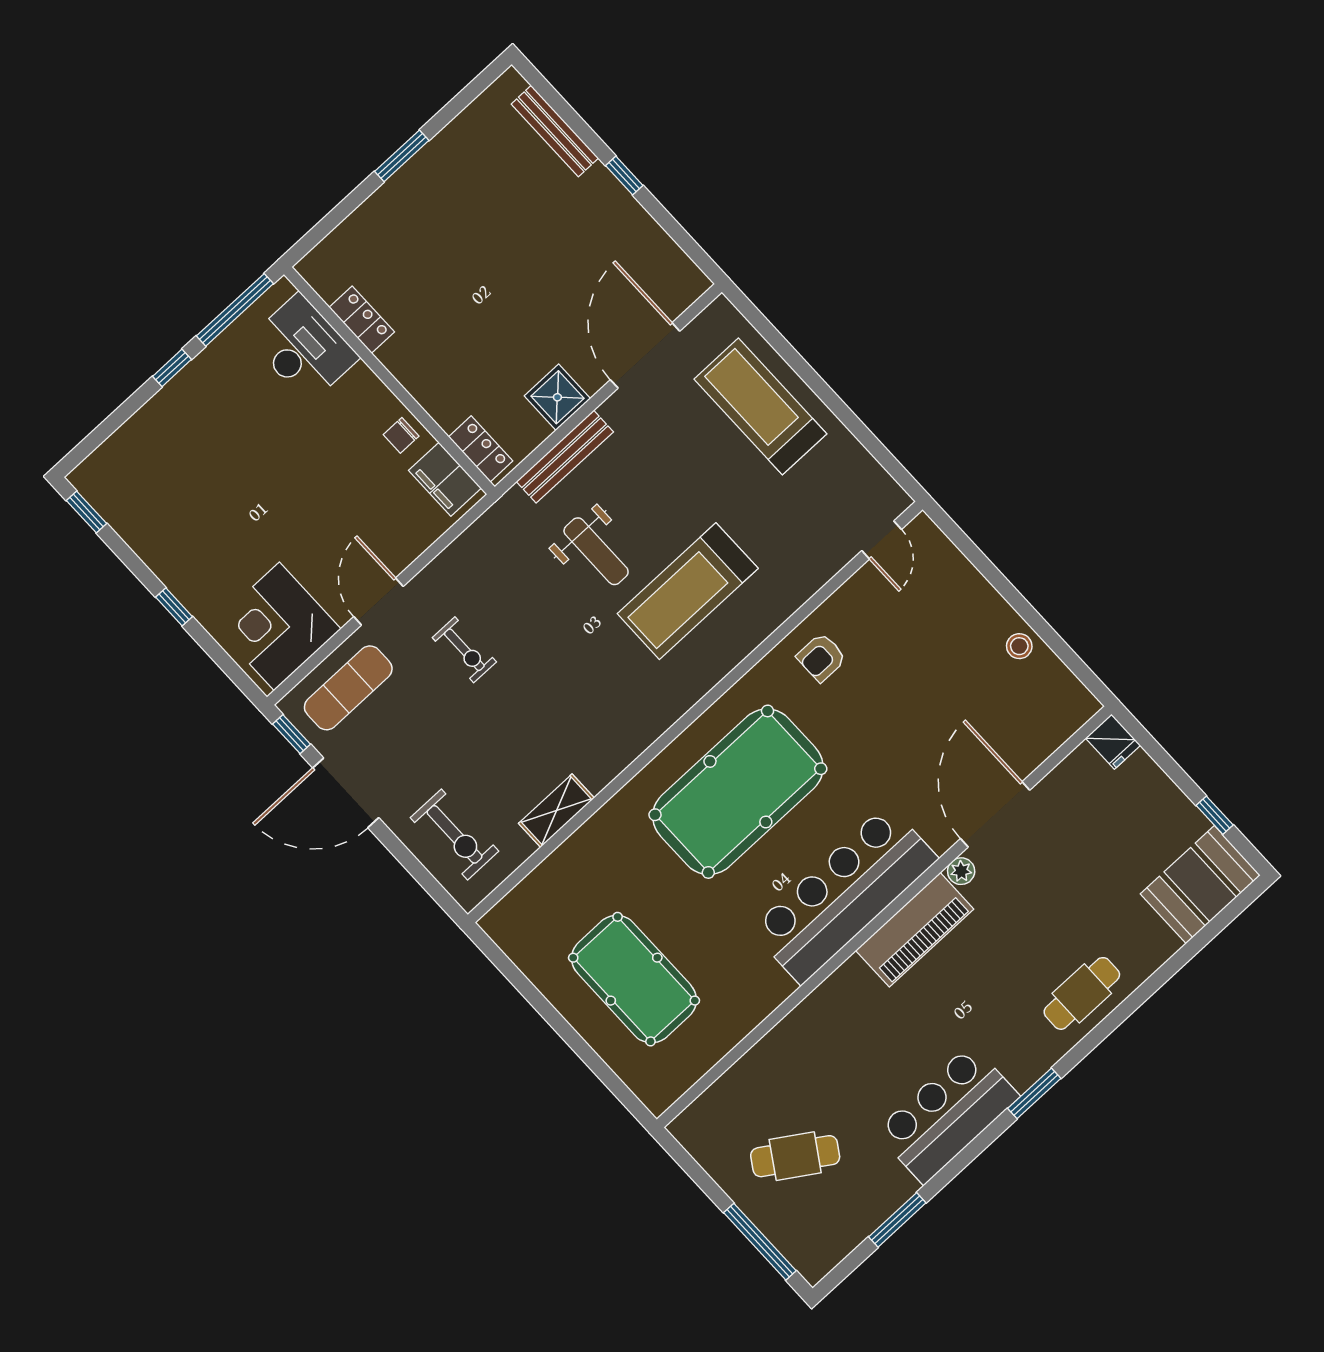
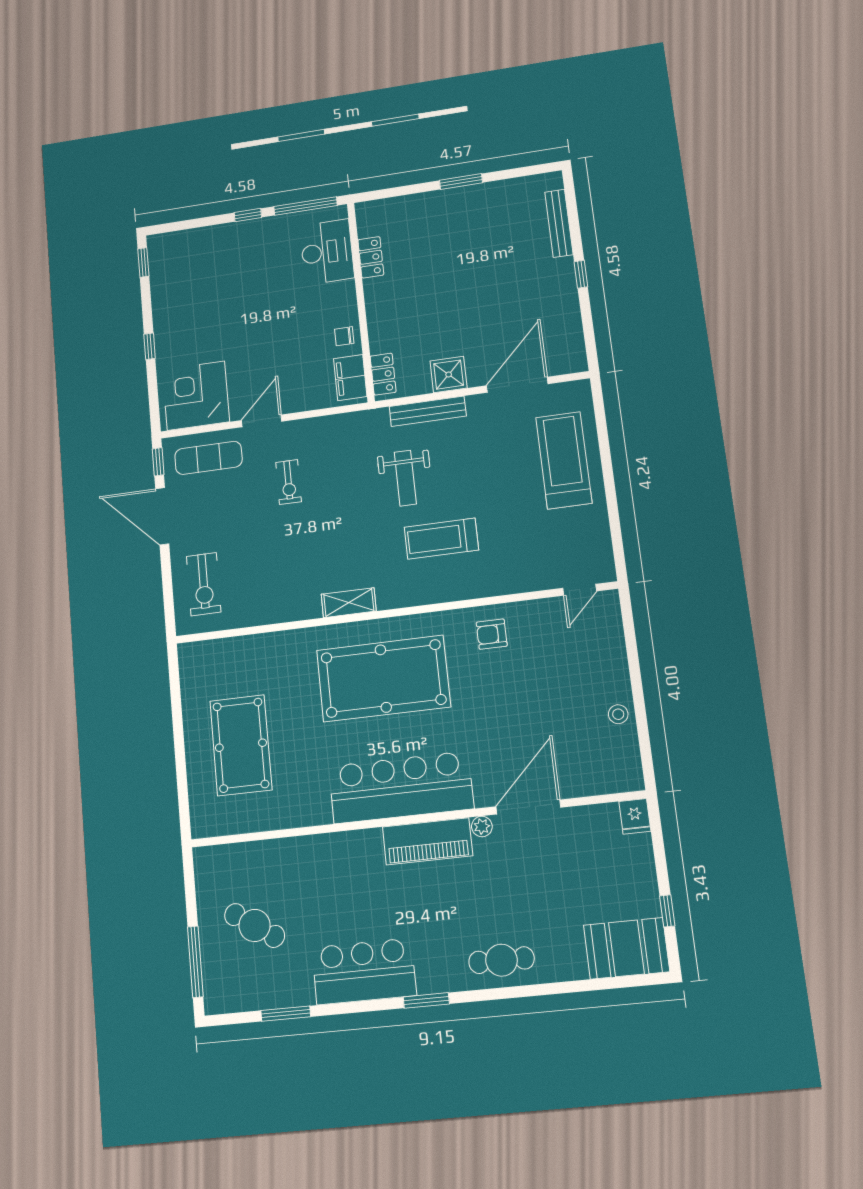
treadmill: (688, 591) -> (441, 539), width x0.73, depth x0.73
shelving: (556, 811) -> (349, 603), moved

